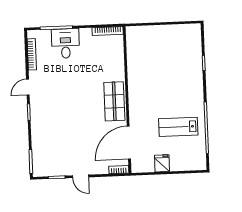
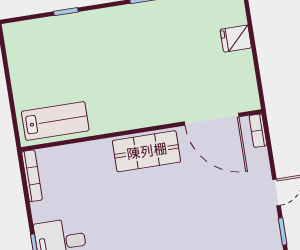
lab bench: (178, 127) -> (55, 121), moved, turned -90
fridge: (162, 163) -> (236, 39), moved

